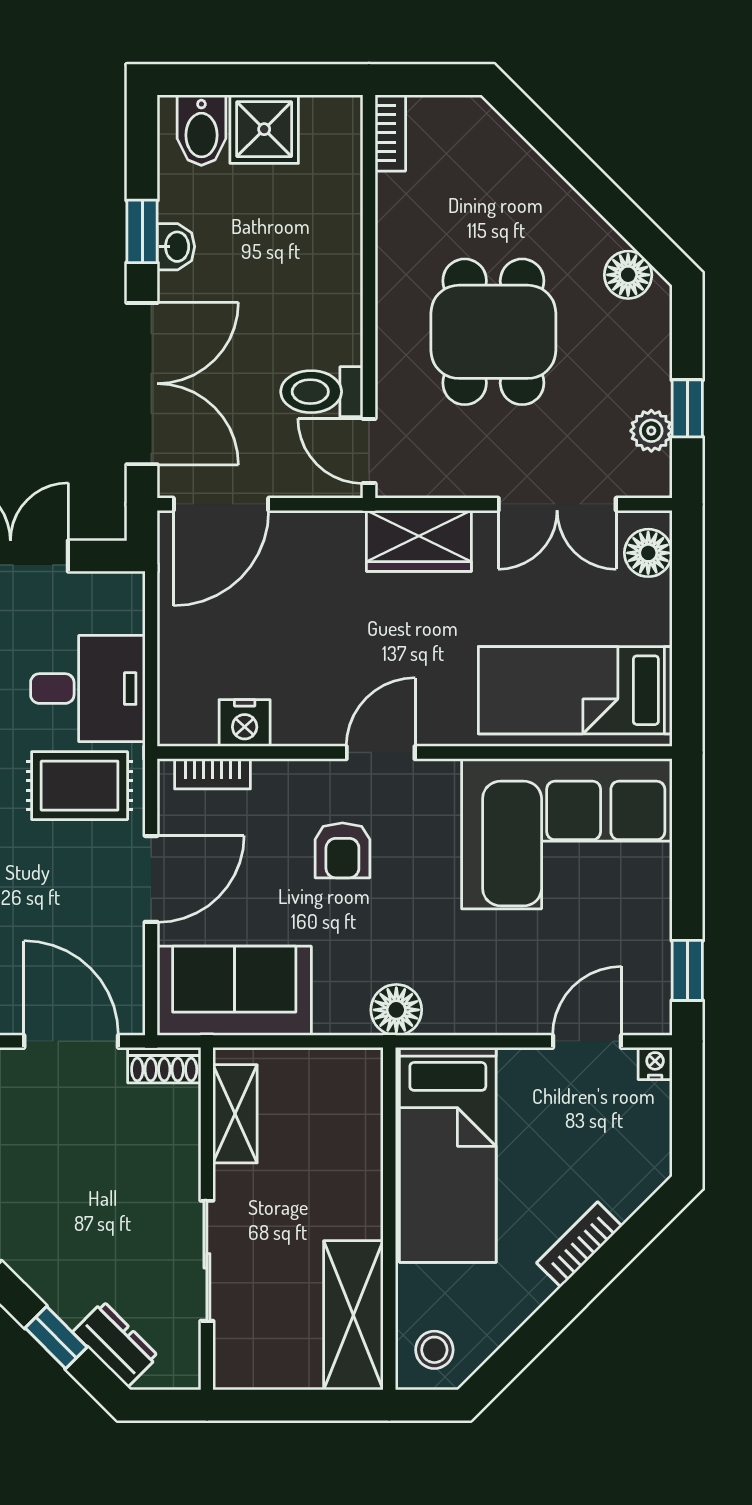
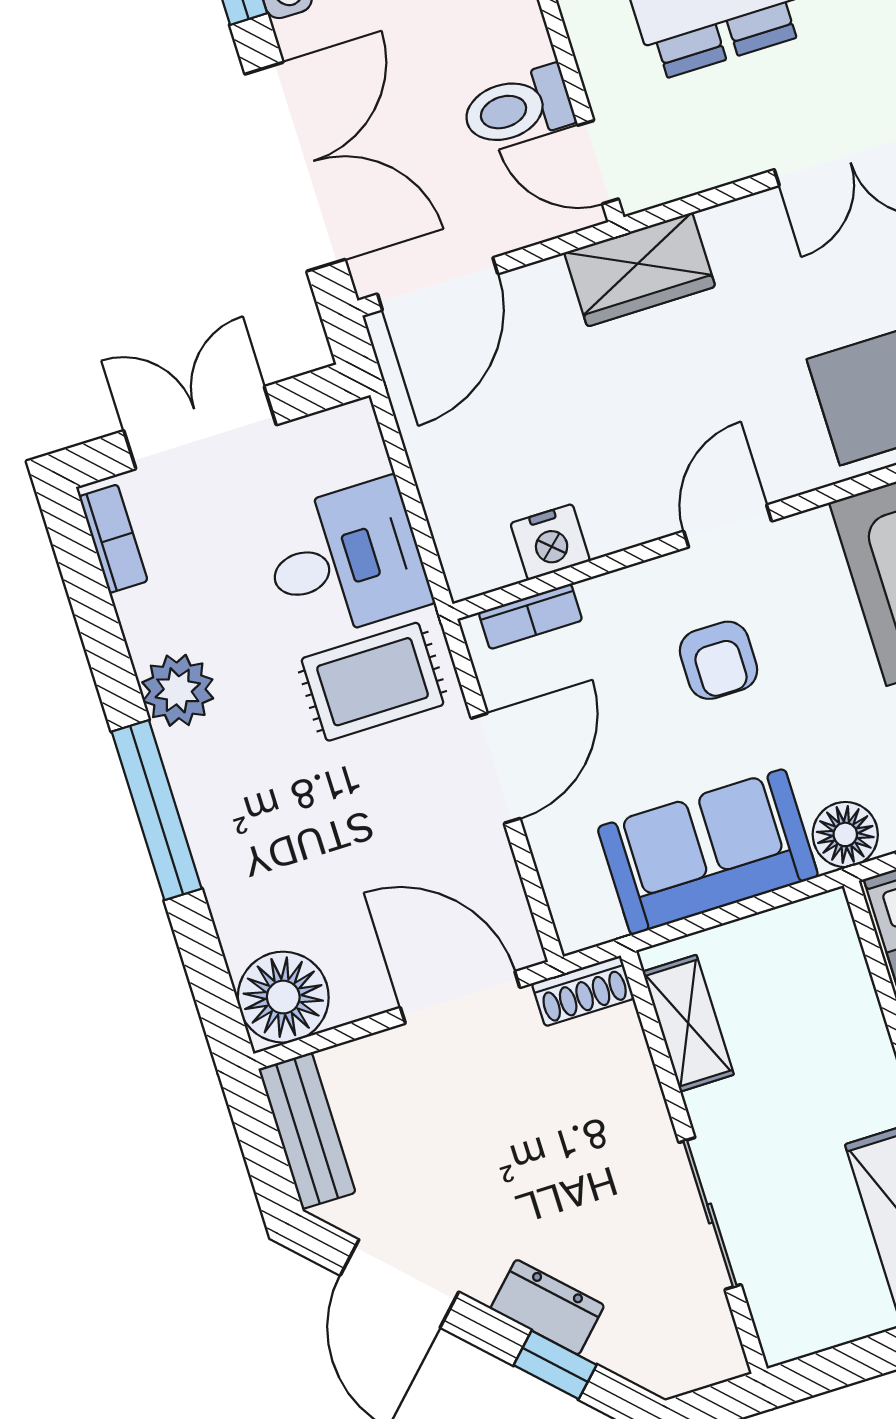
wardrobe: (419, 541) -> (640, 270), moved
sofa: (234, 991) -> (708, 852), moved
dresser: (115, 1344) -> (547, 1307), moved

